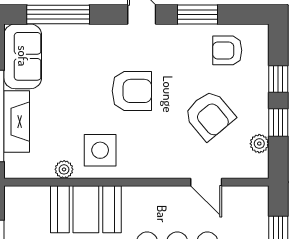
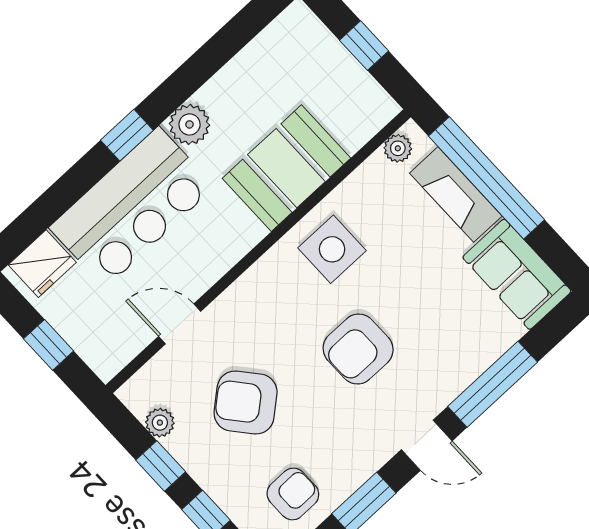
window: (58, 14) -> (493, 384), moved
plant: (64, 169) -> (398, 148), moved

